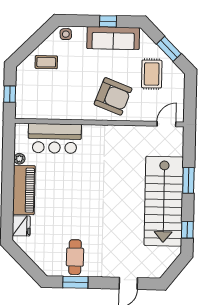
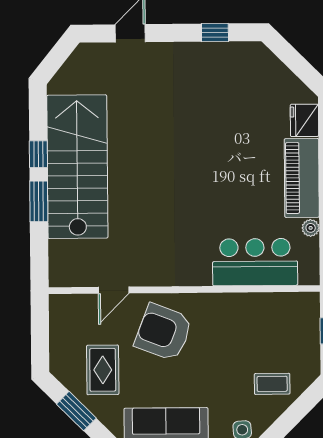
door: (166, 124) -> (114, 290), moved
window: (187, 230) -> (38, 154), moved
cafe table: (75, 257) -> (217, 73), removed
window: (75, 282) -> (215, 33), width x0.67

